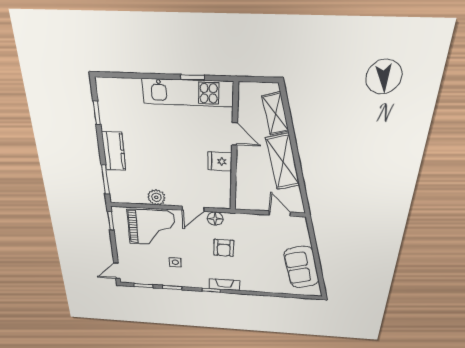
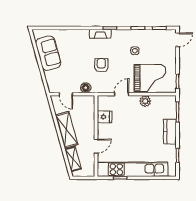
kitchen unit: (188, 93) -> (132, 169), width x1.36
door: (235, 134) -> (96, 146), swing flipped
fridge: (220, 161) -> (105, 117), moved
floor lamp: (215, 219) -> (86, 88), moved
grand piano: (152, 228) -> (150, 78), turned 180

